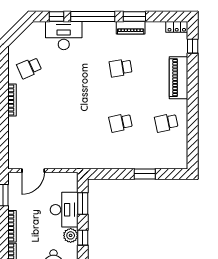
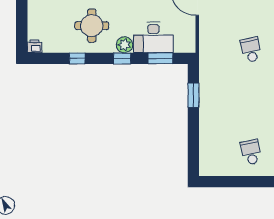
school desk: (121, 123) -> (251, 50), moved
window: (145, 174) -> (193, 95), moved

